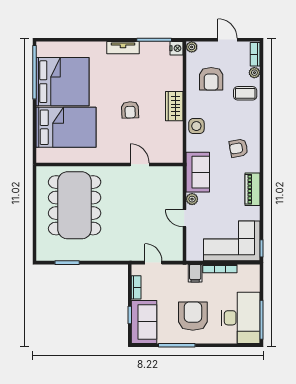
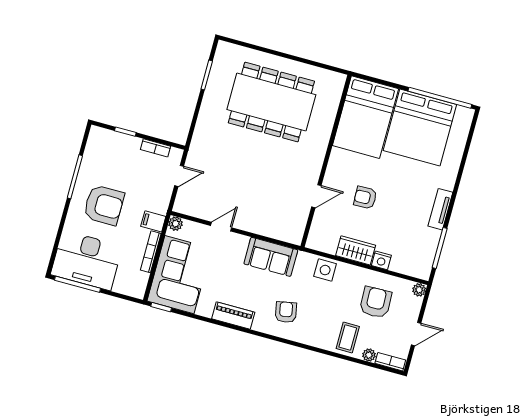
nightstand: (176, 48) -> (381, 260), moved
armchair: (211, 79) -> (376, 302), turned 88
wall: (109, 164) -> (326, 161), moved
door: (140, 164) -> (316, 196), moved
plant: (192, 199) -> (176, 224), moved
sofa: (144, 322) -> (113, 146), removed

